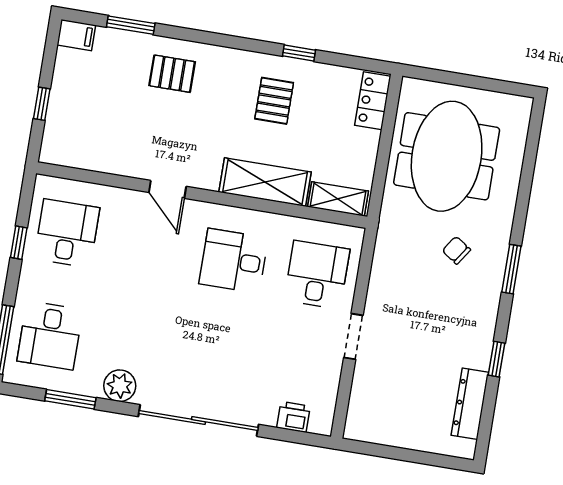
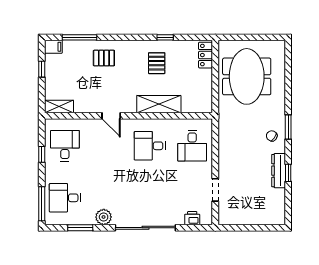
window: (131, 25) -> (79, 37), width x1.44
window: (42, 104) -> (42, 69), moved
shelving: (338, 199) -> (59, 107), moved
chair: (456, 250) -> (272, 136), moved
desk: (317, 275) -> (192, 146), turned 180
desk: (50, 335) -> (65, 198), turned 90
doorway: (353, 336) -> (215, 190), moved
dresser: (470, 404) -> (279, 171), moved

